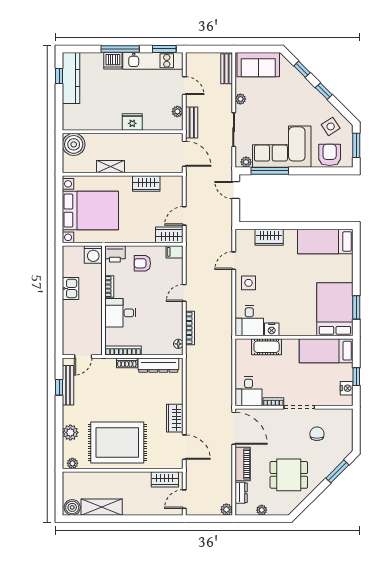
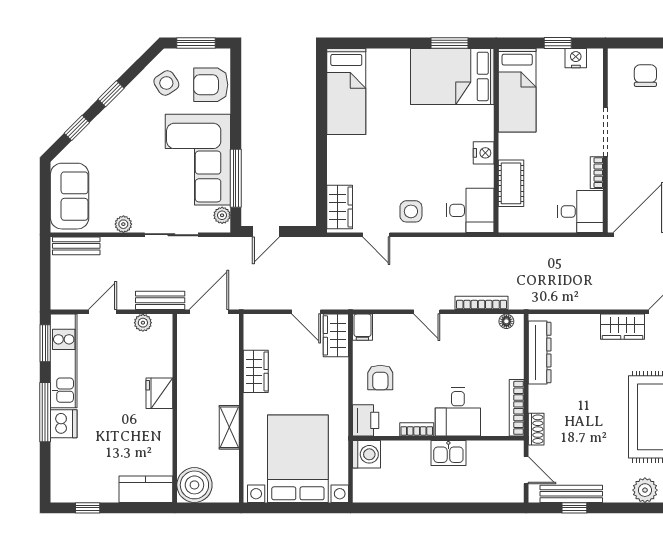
kitchen counter: (71, 78) -> (146, 489), moved, width x0.67
wardrobe: (269, 237) -> (340, 207), moved
kitchen sink: (70, 288) -> (448, 453), moved, turned 180
nightstand: (272, 329) -> (484, 153), moved
shoe rack: (127, 363) -> (536, 429), moved
chair: (317, 434) -> (645, 76), moved, turned 90

